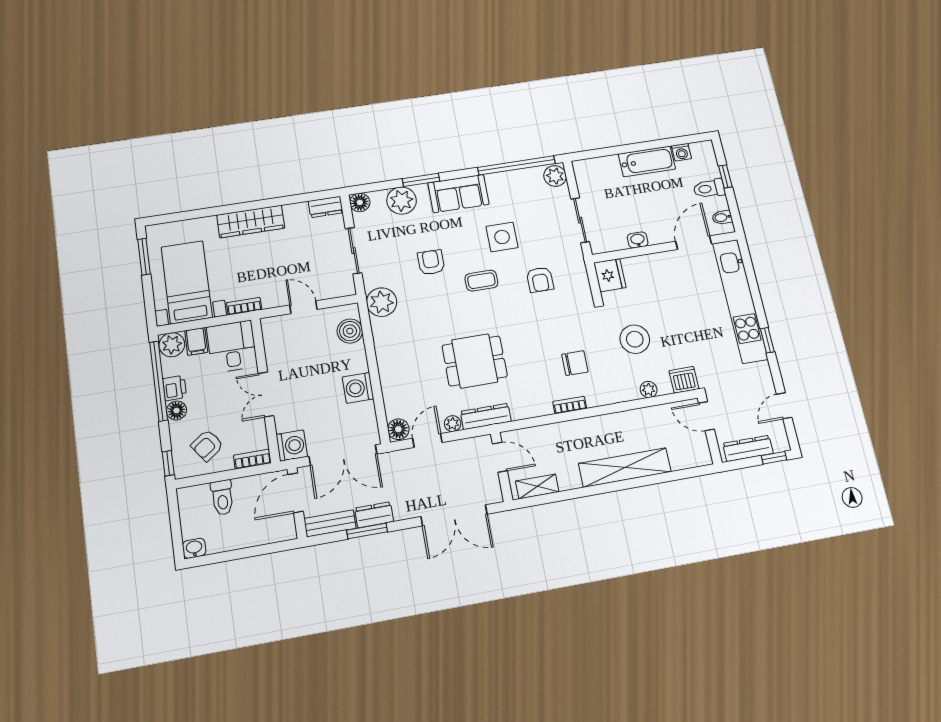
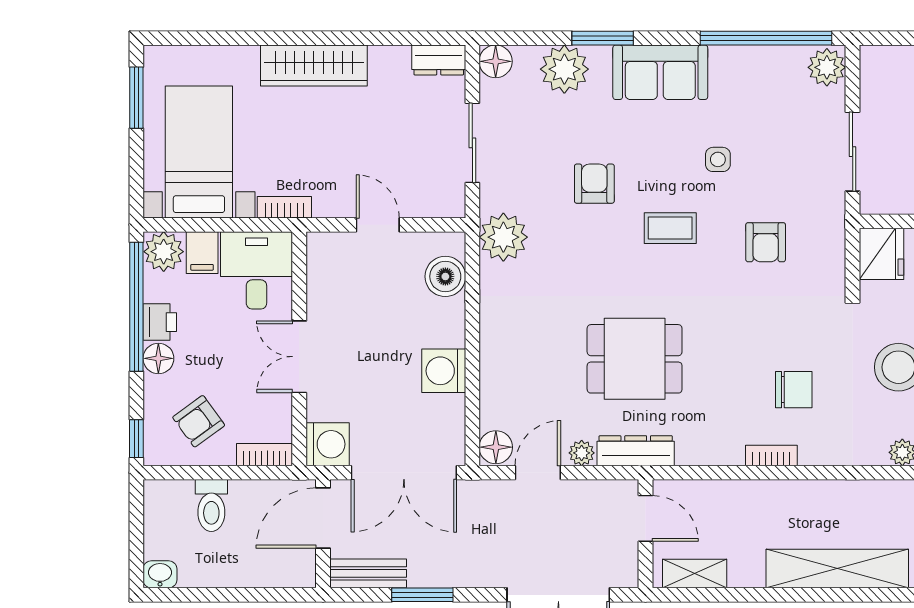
side table: (502, 237) -> (718, 159), width x0.54, depth x0.54
dresser: (374, 515) -> (437, 572), removed

